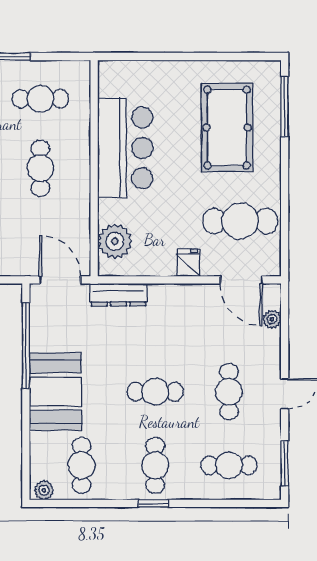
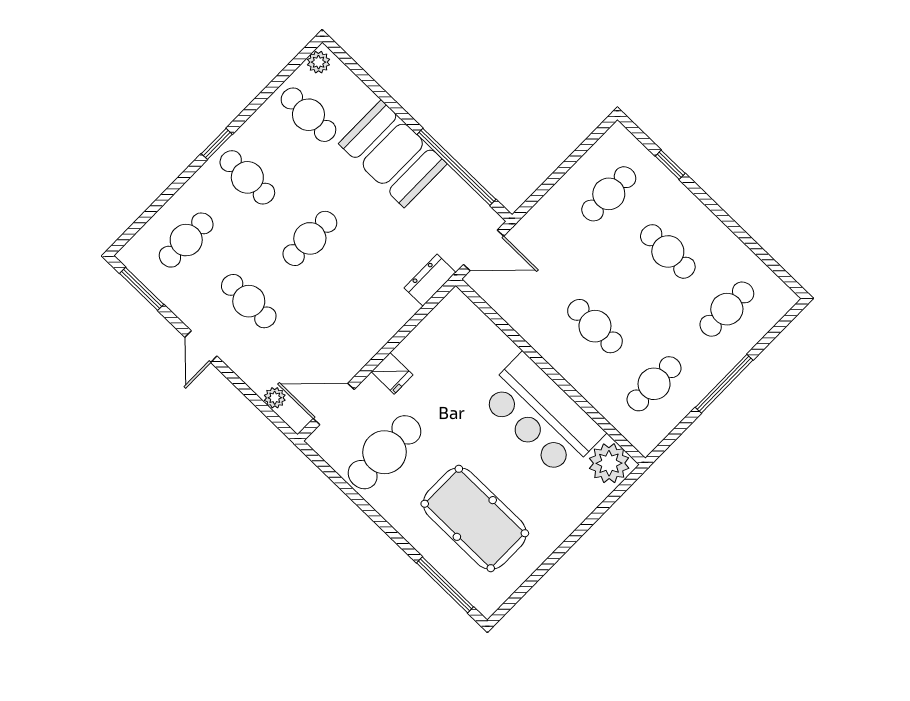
plant: (115, 241) -> (609, 463), moved
dresser: (118, 295) -> (430, 280), width x0.70

